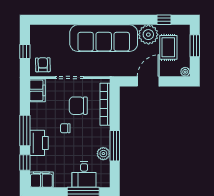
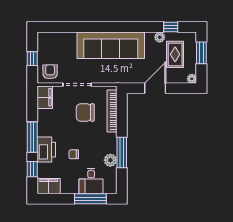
plant: (148, 35) -> (160, 37), width x0.53, depth x0.53
chair: (65, 128) -> (74, 154), moved

